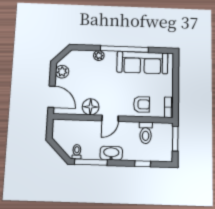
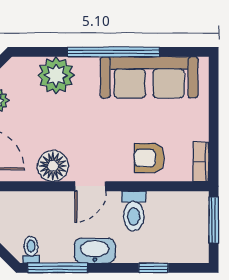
plant: (99, 56) -> (56, 75), width x1.88, depth x1.88
armchair: (142, 104) -> (149, 158), turned 180
toilet: (146, 133) -> (134, 211), moved

